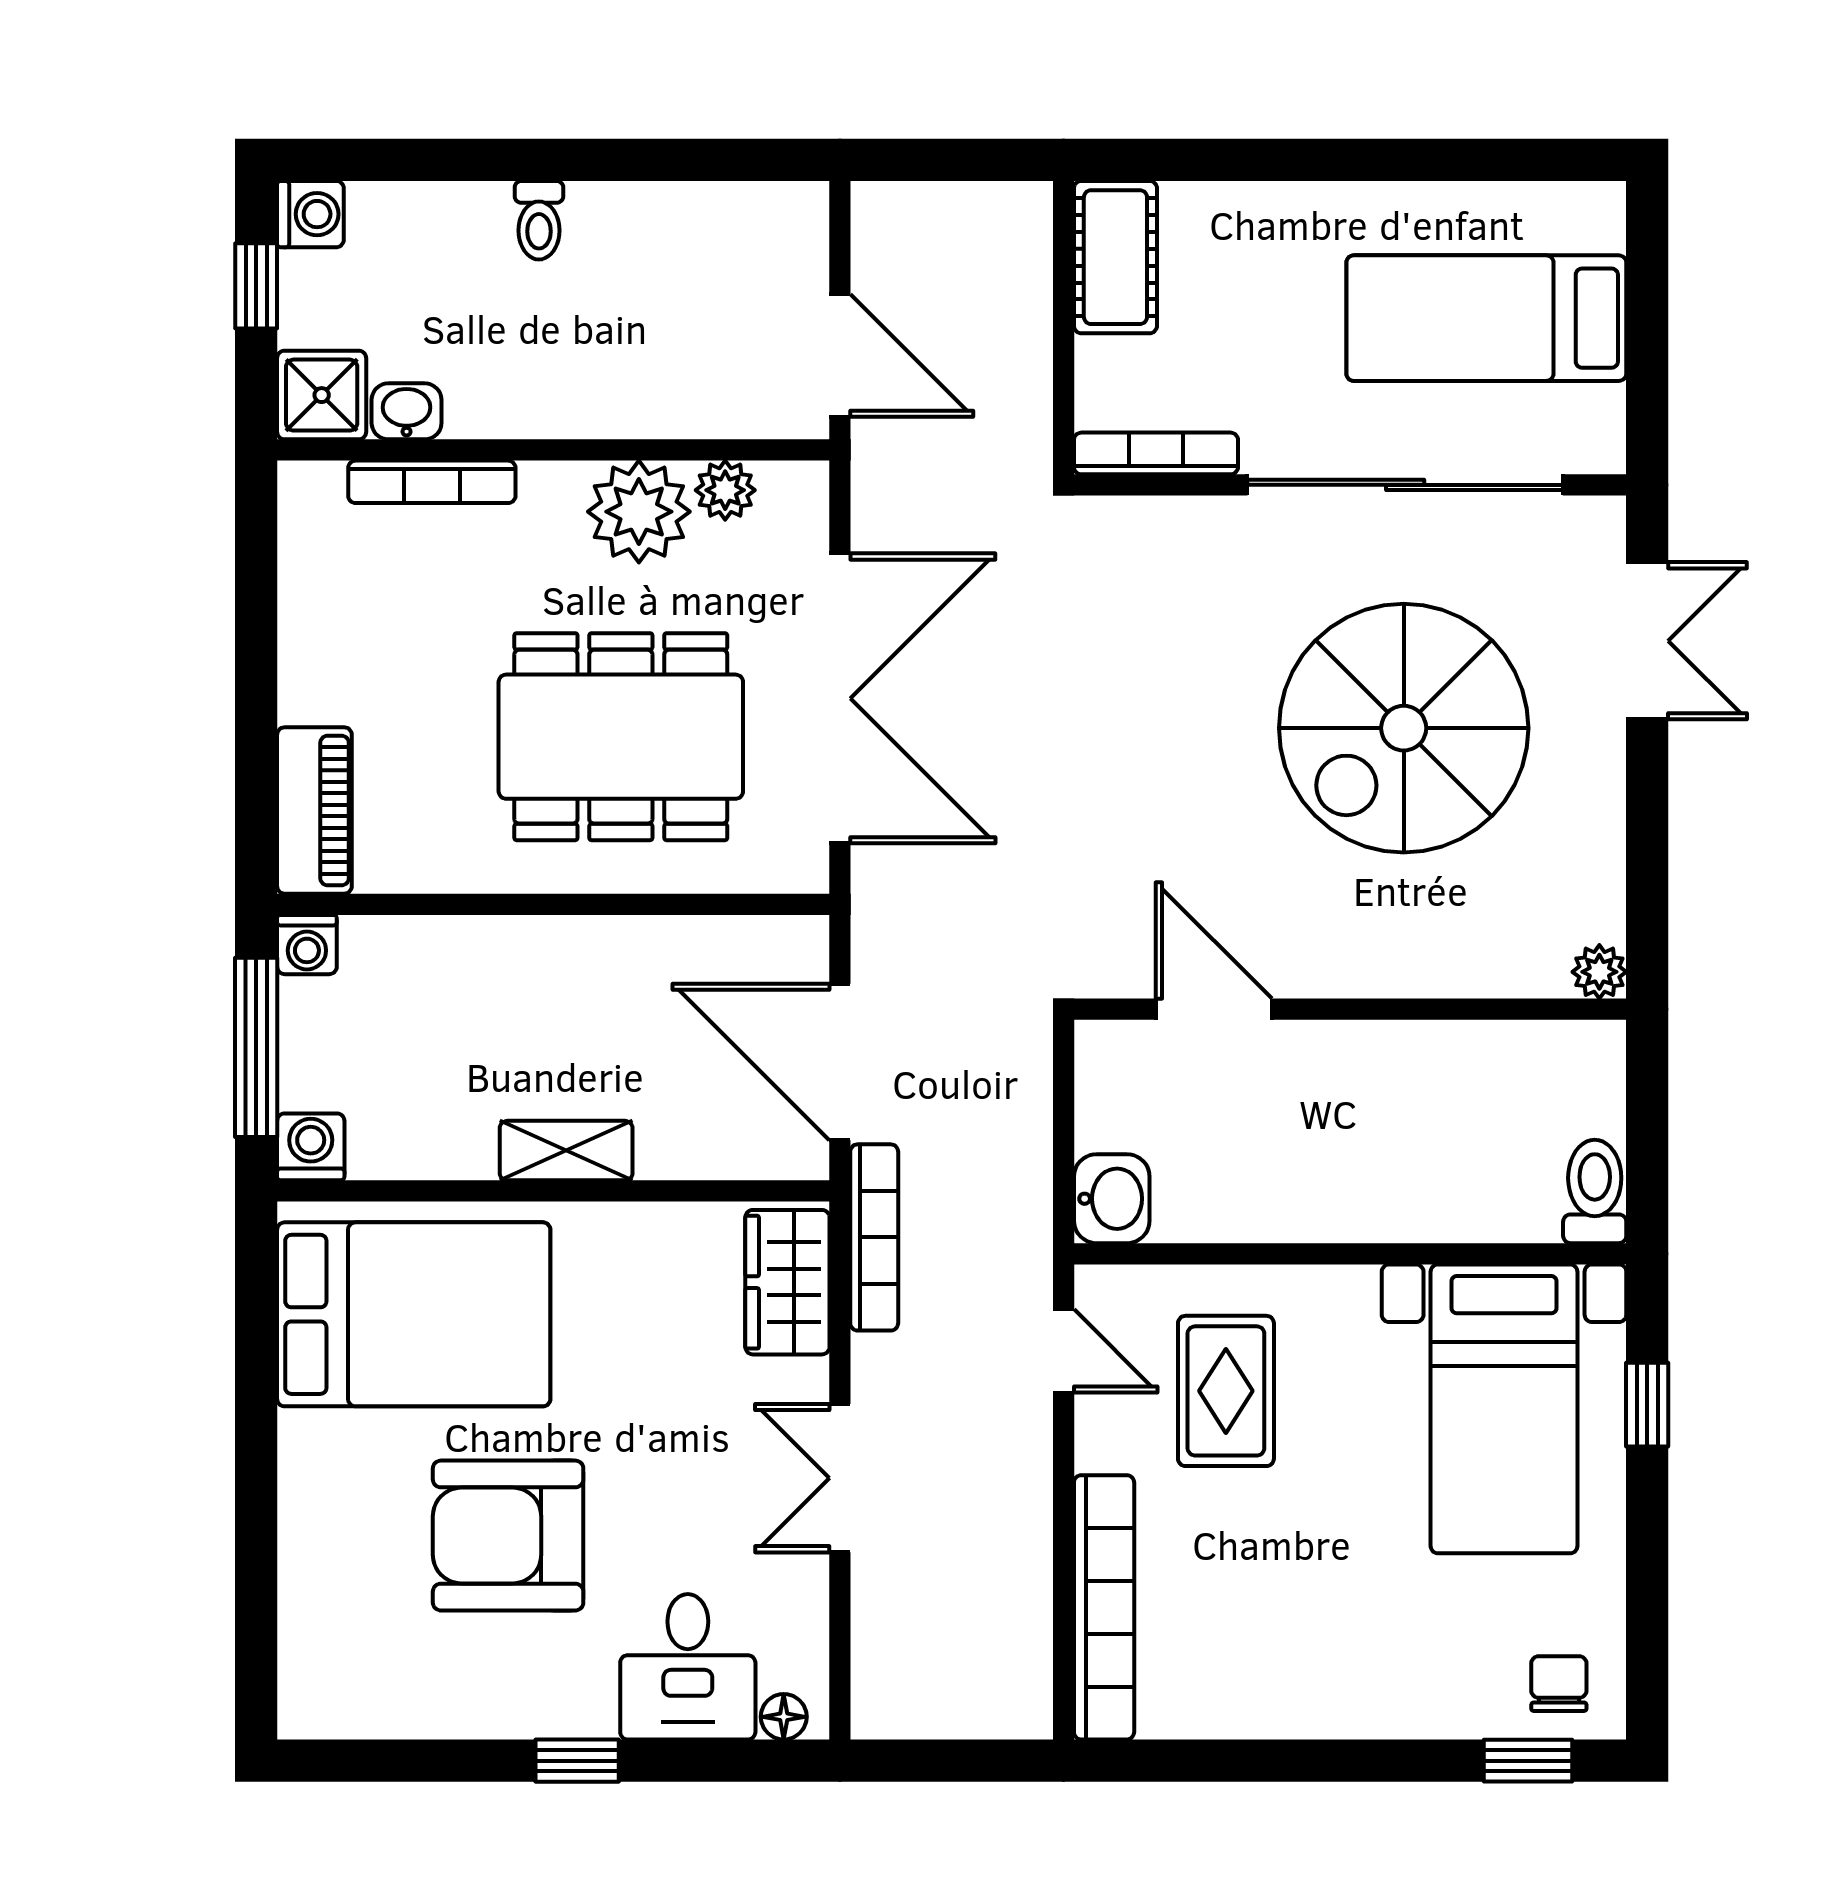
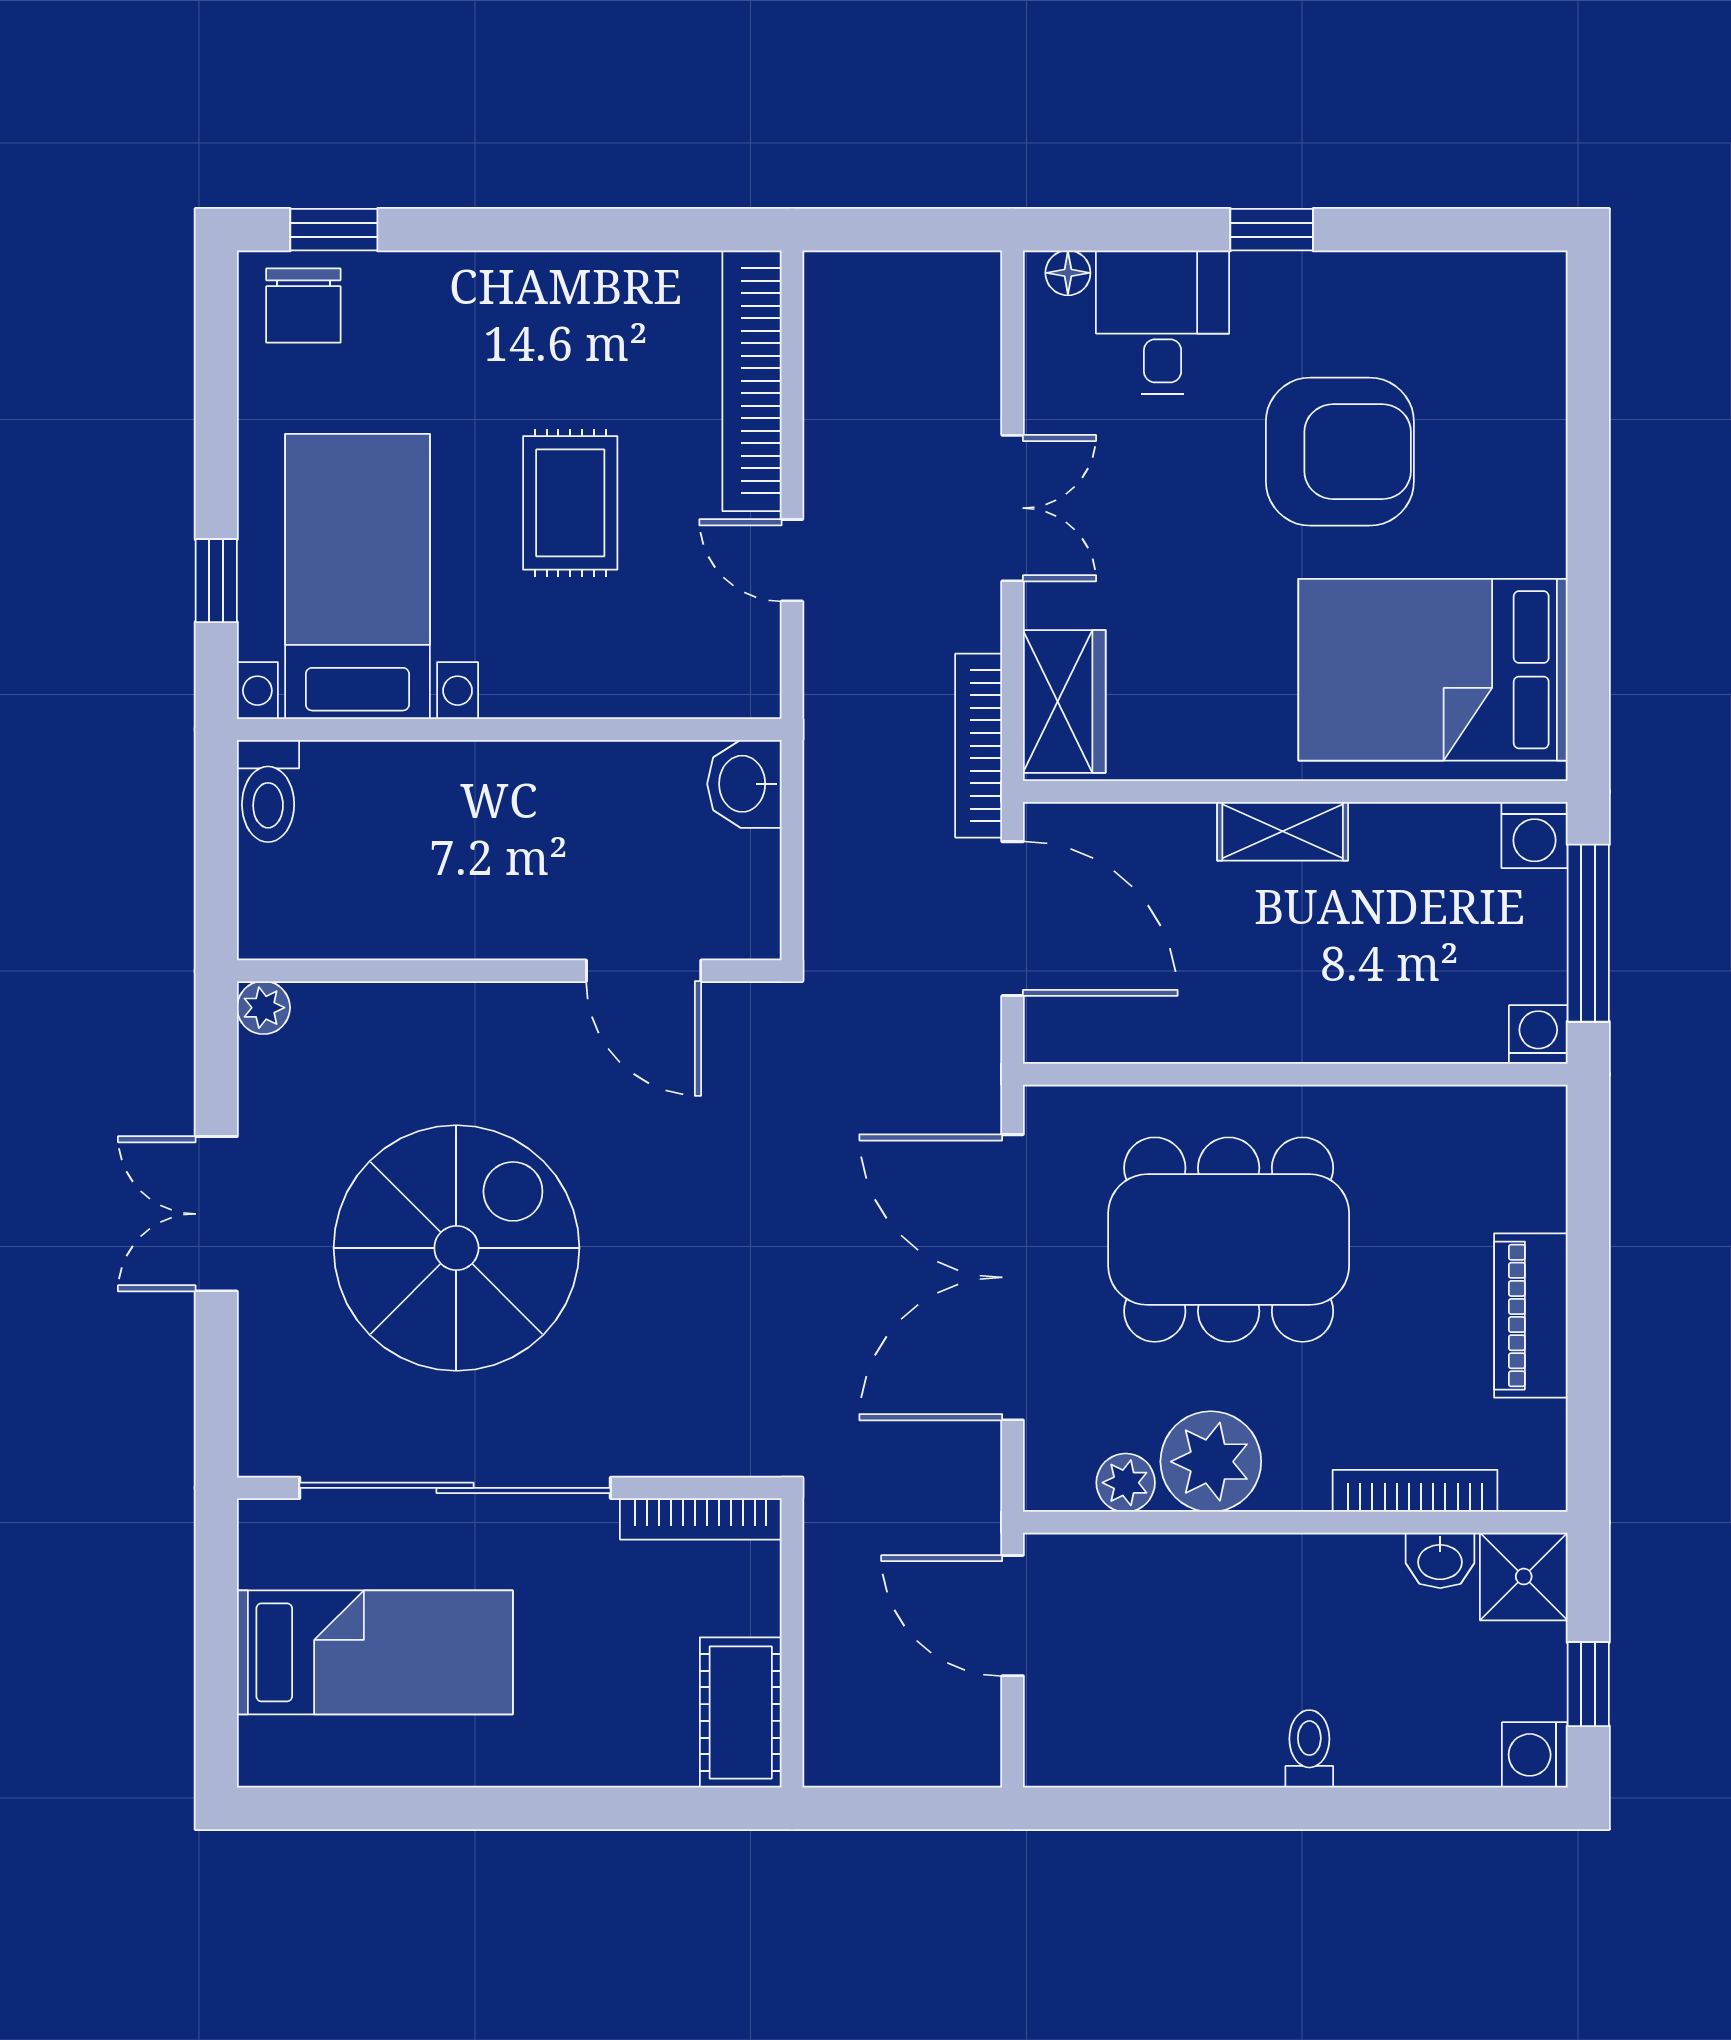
double door: (1647, 641) -> (216, 1214), moved
piano: (314, 811) -> (1531, 1316), moved
door: (1064, 1351) -> (792, 560), moved
rug: (1226, 1391) -> (570, 503), moved
chair: (1559, 1684) -> (303, 306), width x1.37, depth x1.37

